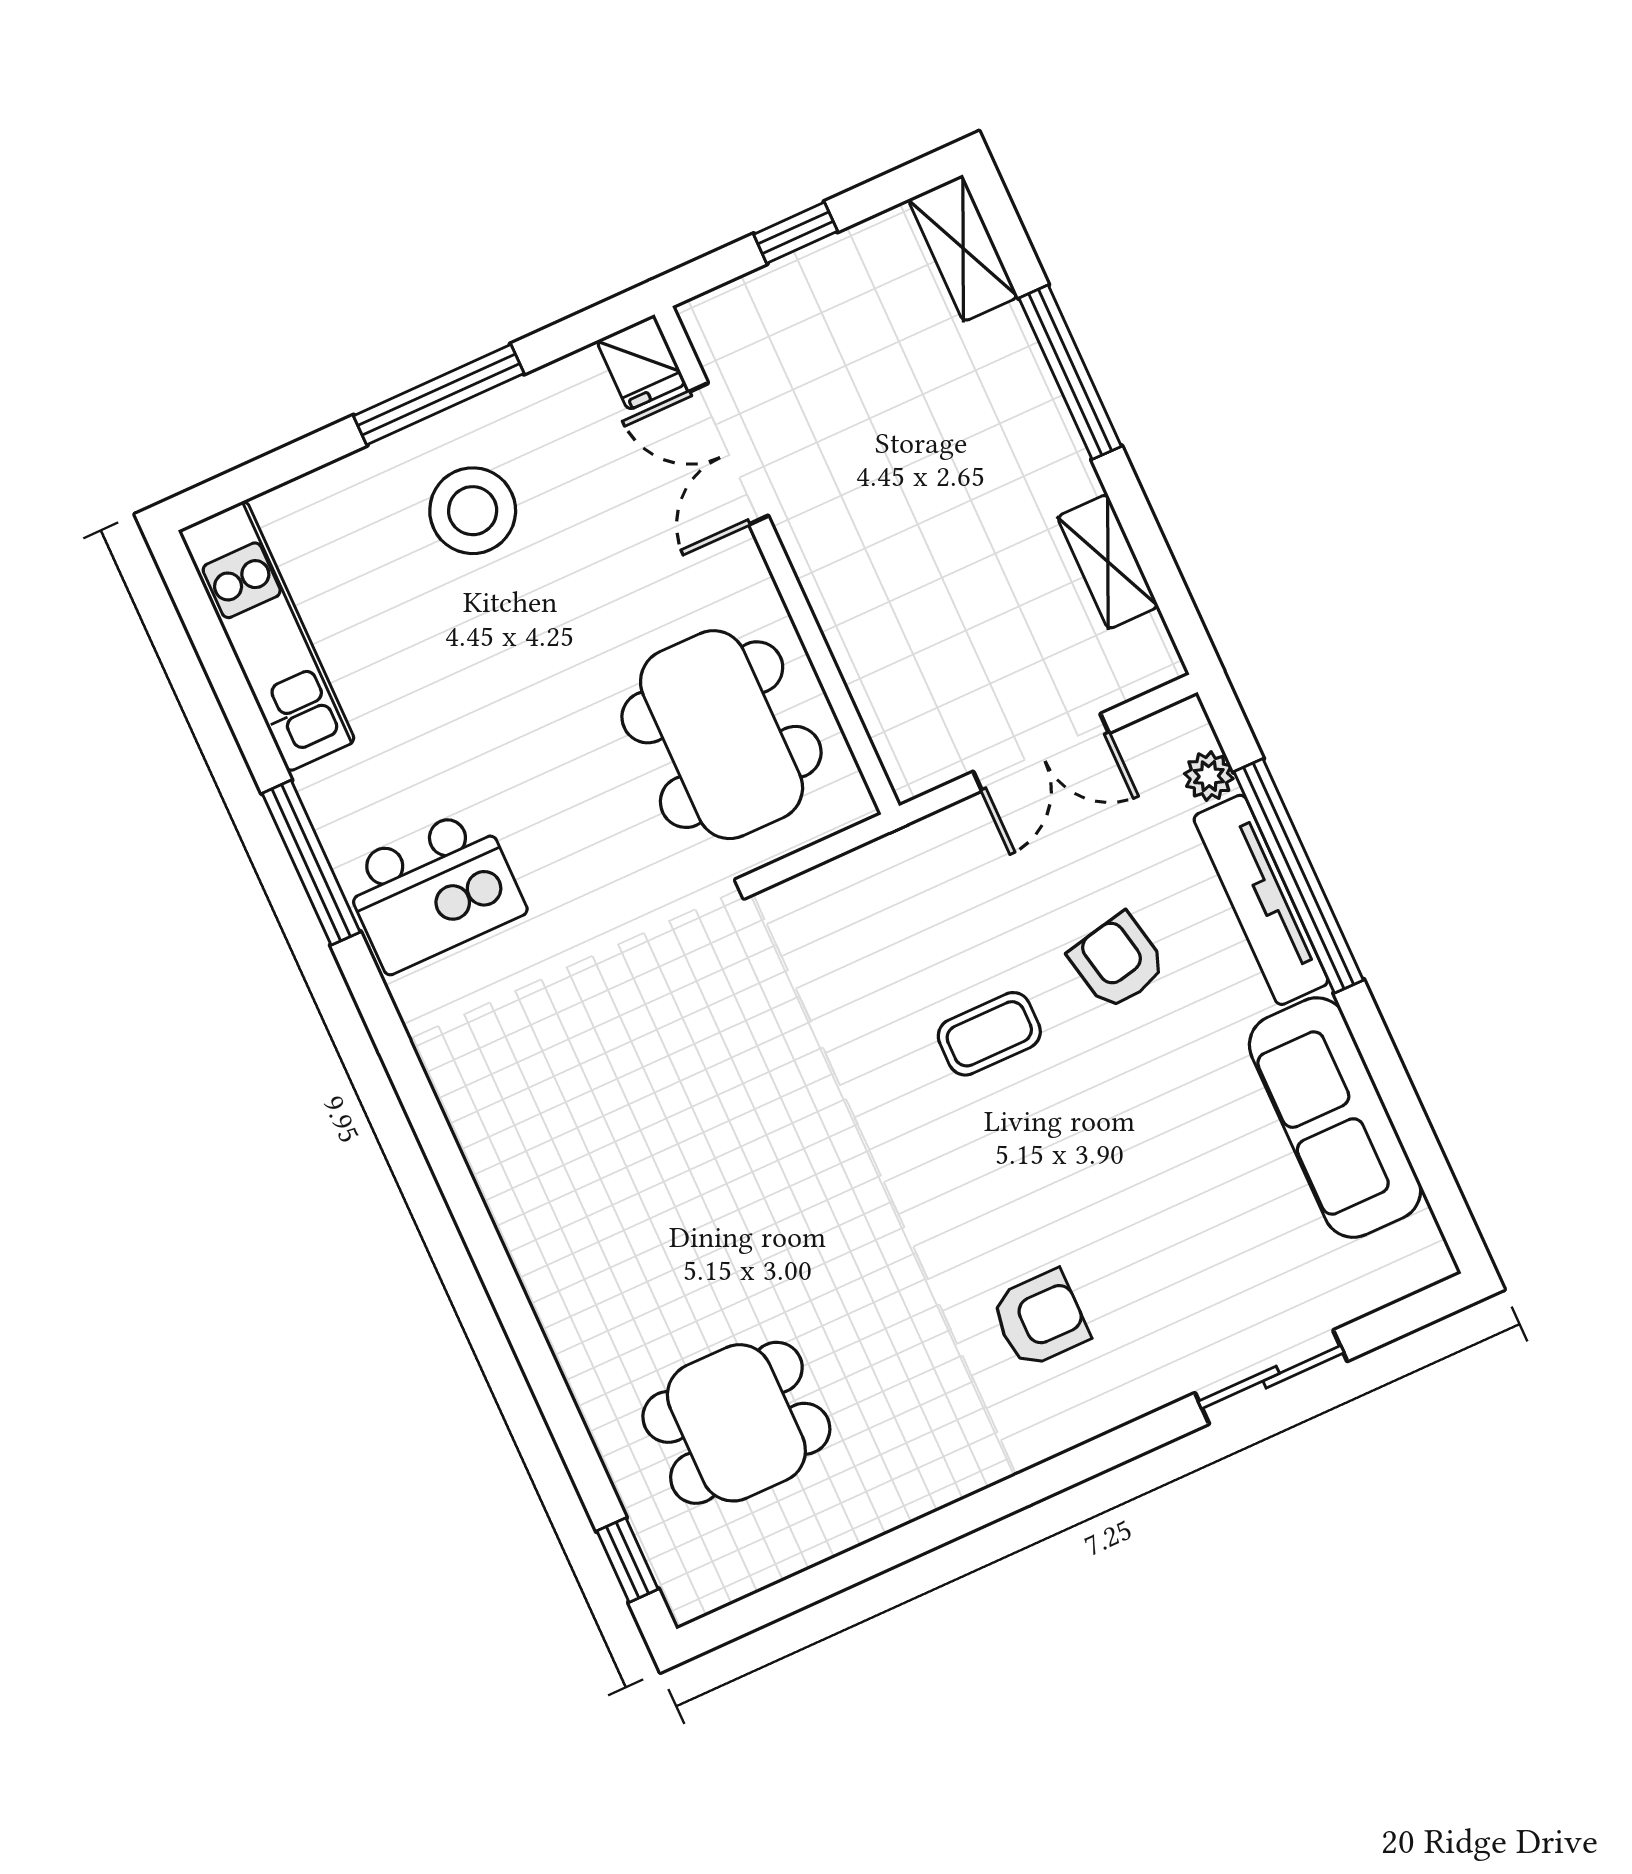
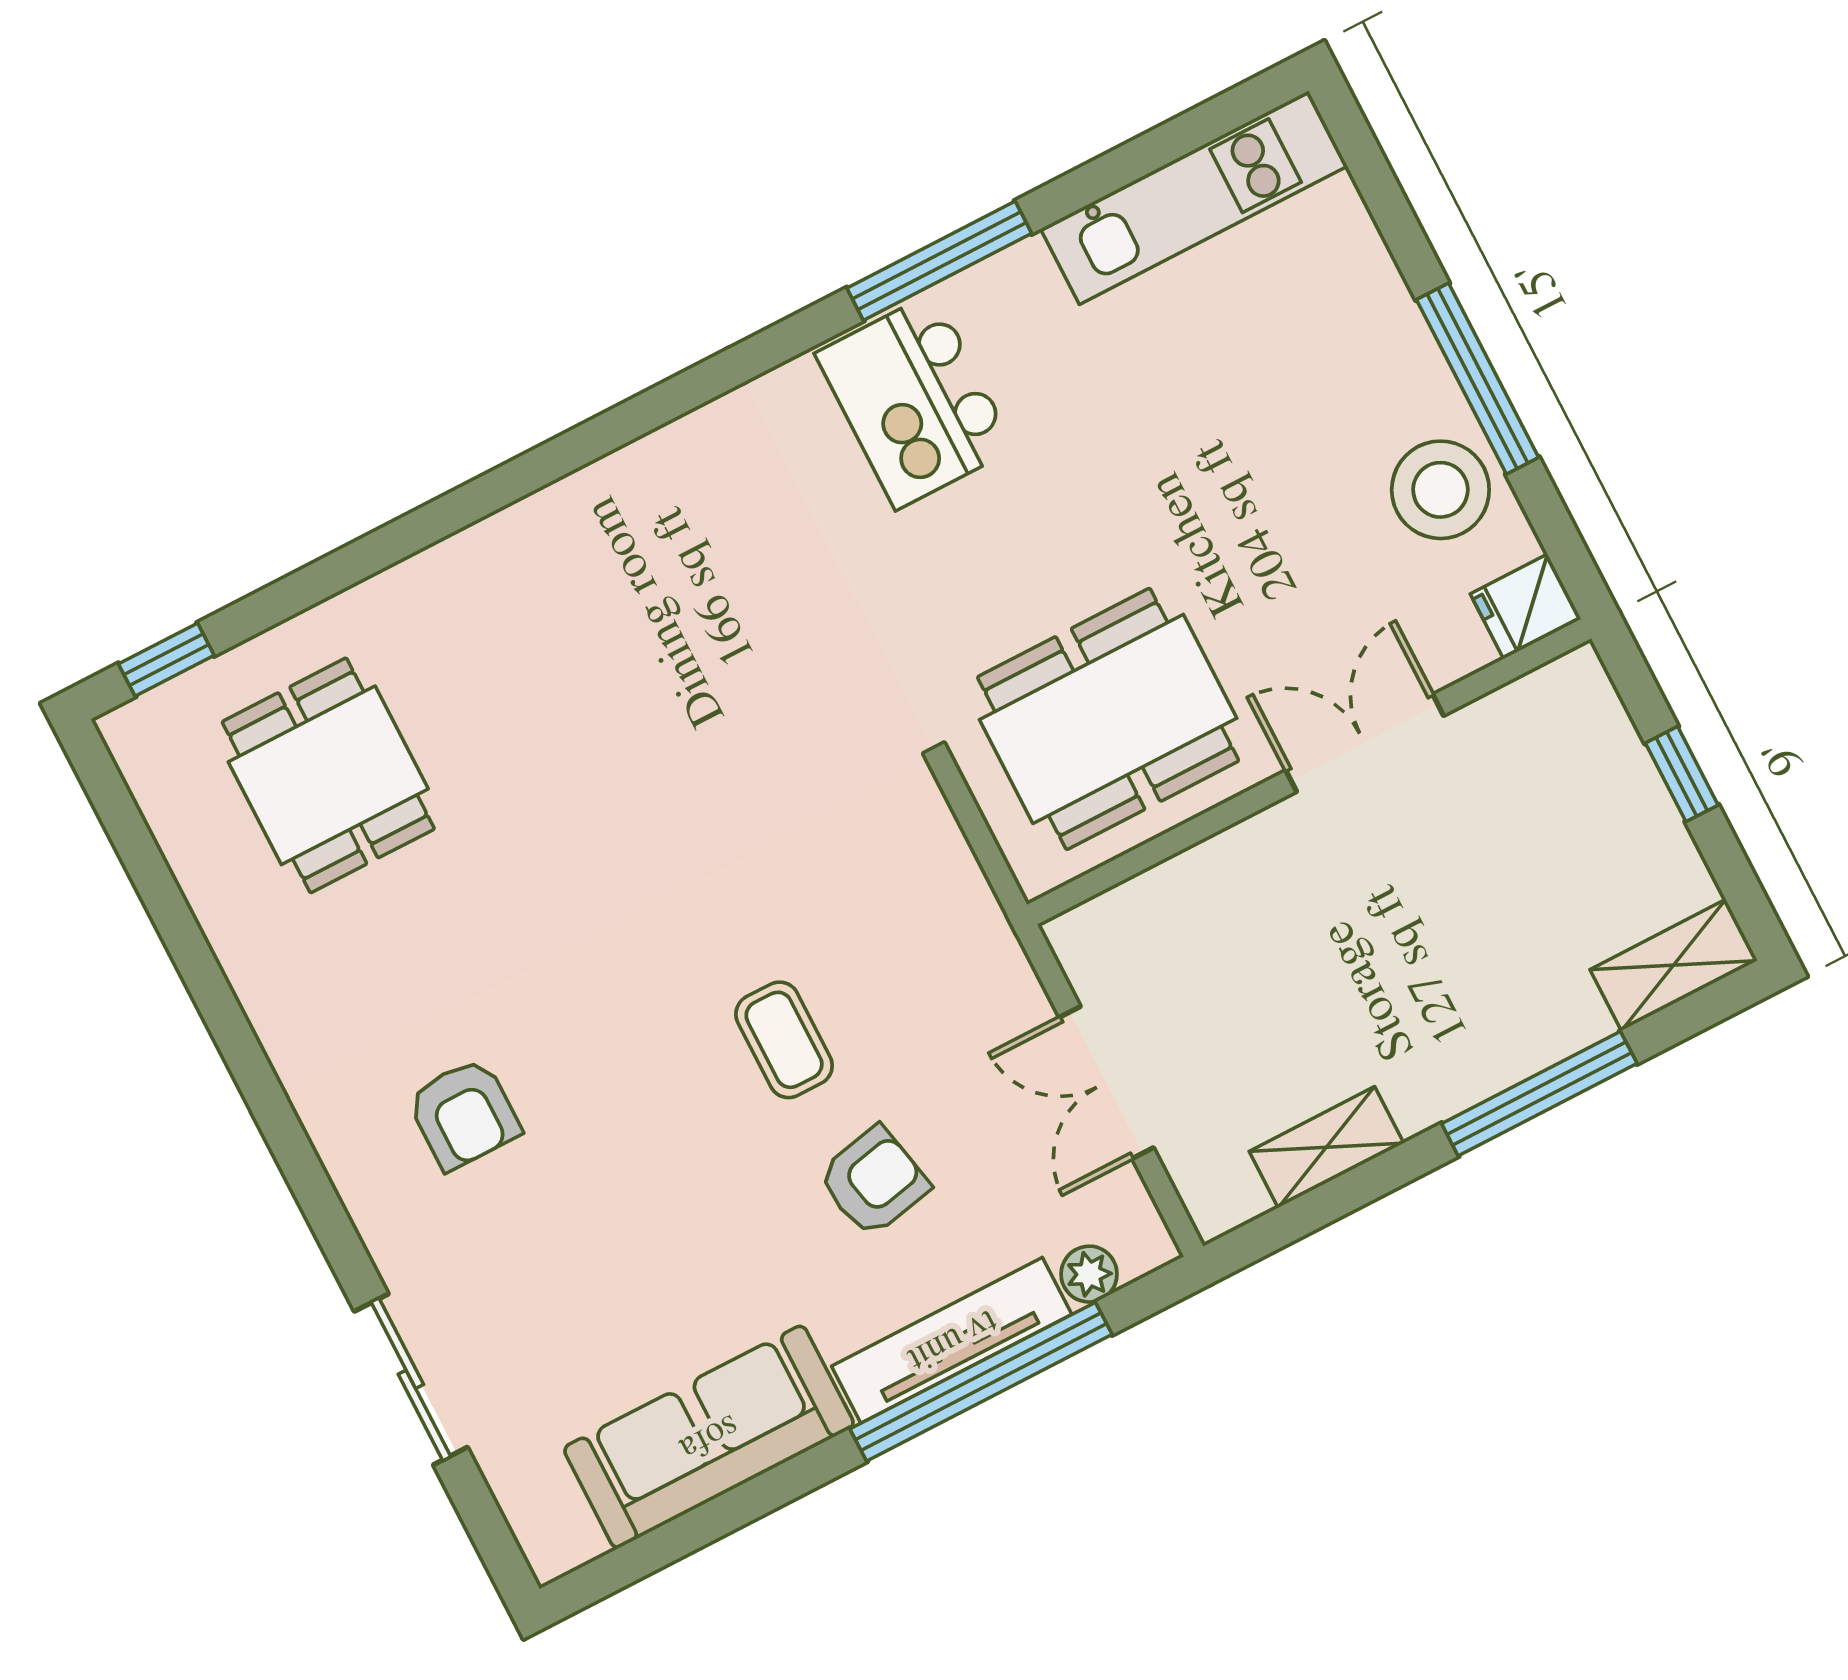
double door: (729, 454) -> (1365, 743), moved
stool: (473, 511) -> (1440, 490), moved

